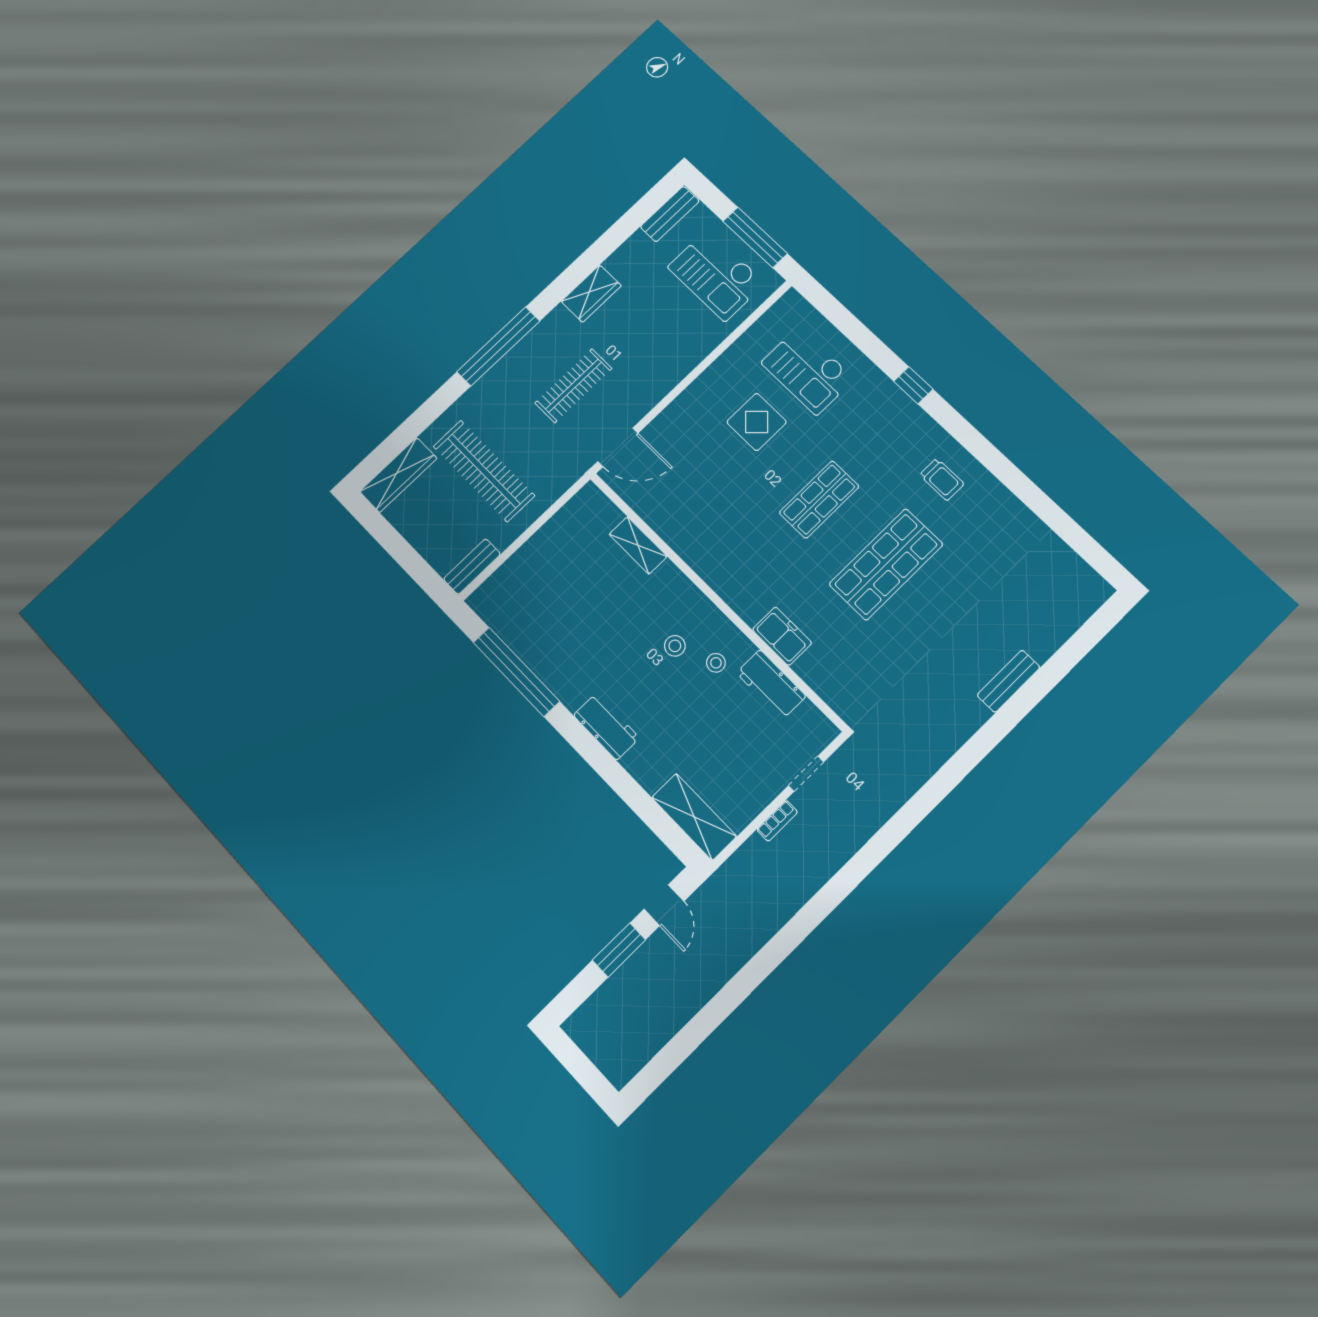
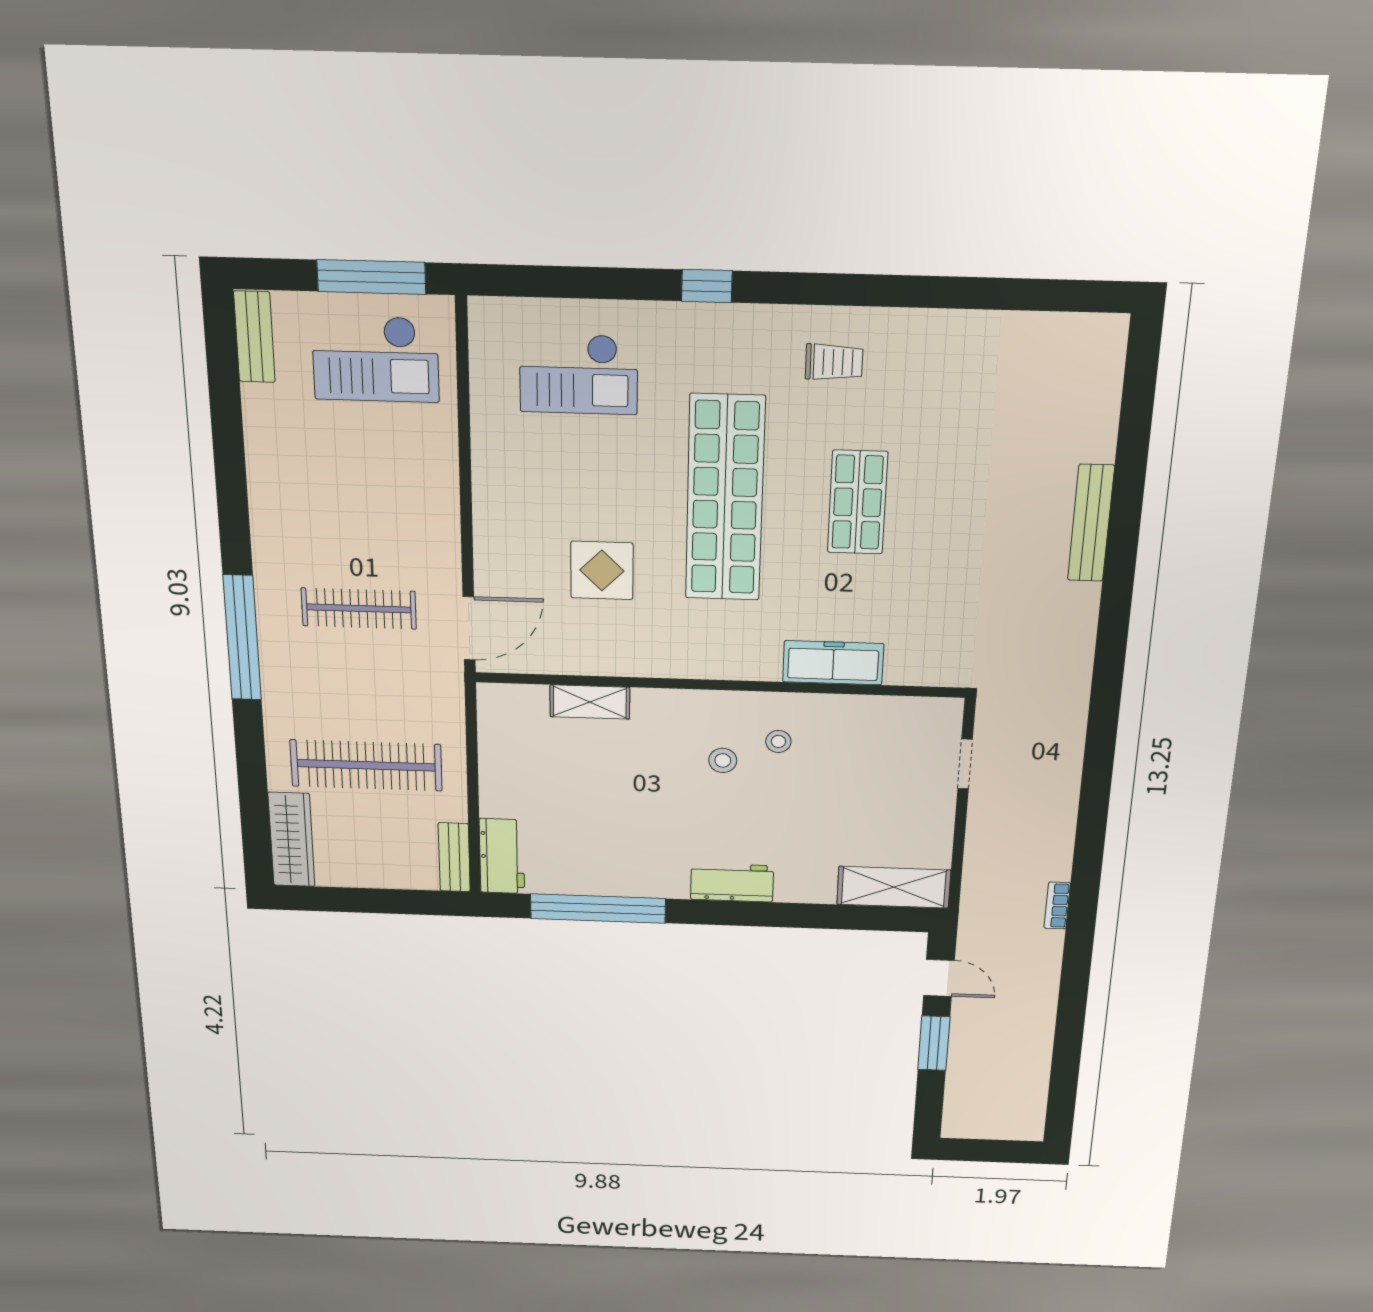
wardrobe: (591, 294) -> (271, 500), removed
clothes rail: (573, 386) -> (359, 608), turned 90
display table: (757, 422) -> (602, 570), moved
shop shelf: (819, 500) -> (725, 498), width x2.00, depth x1.36
shop shelf: (886, 564) -> (858, 502), width x0.70, depth x0.74
freezer: (782, 636) -> (833, 663), width x1.40
bench: (1009, 681) -> (1091, 523), width x1.36
workbench: (771, 684) -> (502, 856), moved, turned -90
bookcase: (777, 821) -> (1057, 906), moved, turned 180

